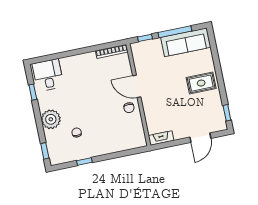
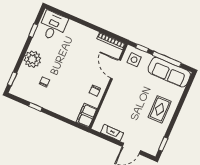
side table: (145, 54) -> (134, 60), added
rug: (201, 83) -> (160, 109), turned 90
door: (137, 86) -> (116, 69), moved
filing cabinet: (137, 136) -> (87, 115), added
fireplace: (161, 138) -> (112, 133), moved

